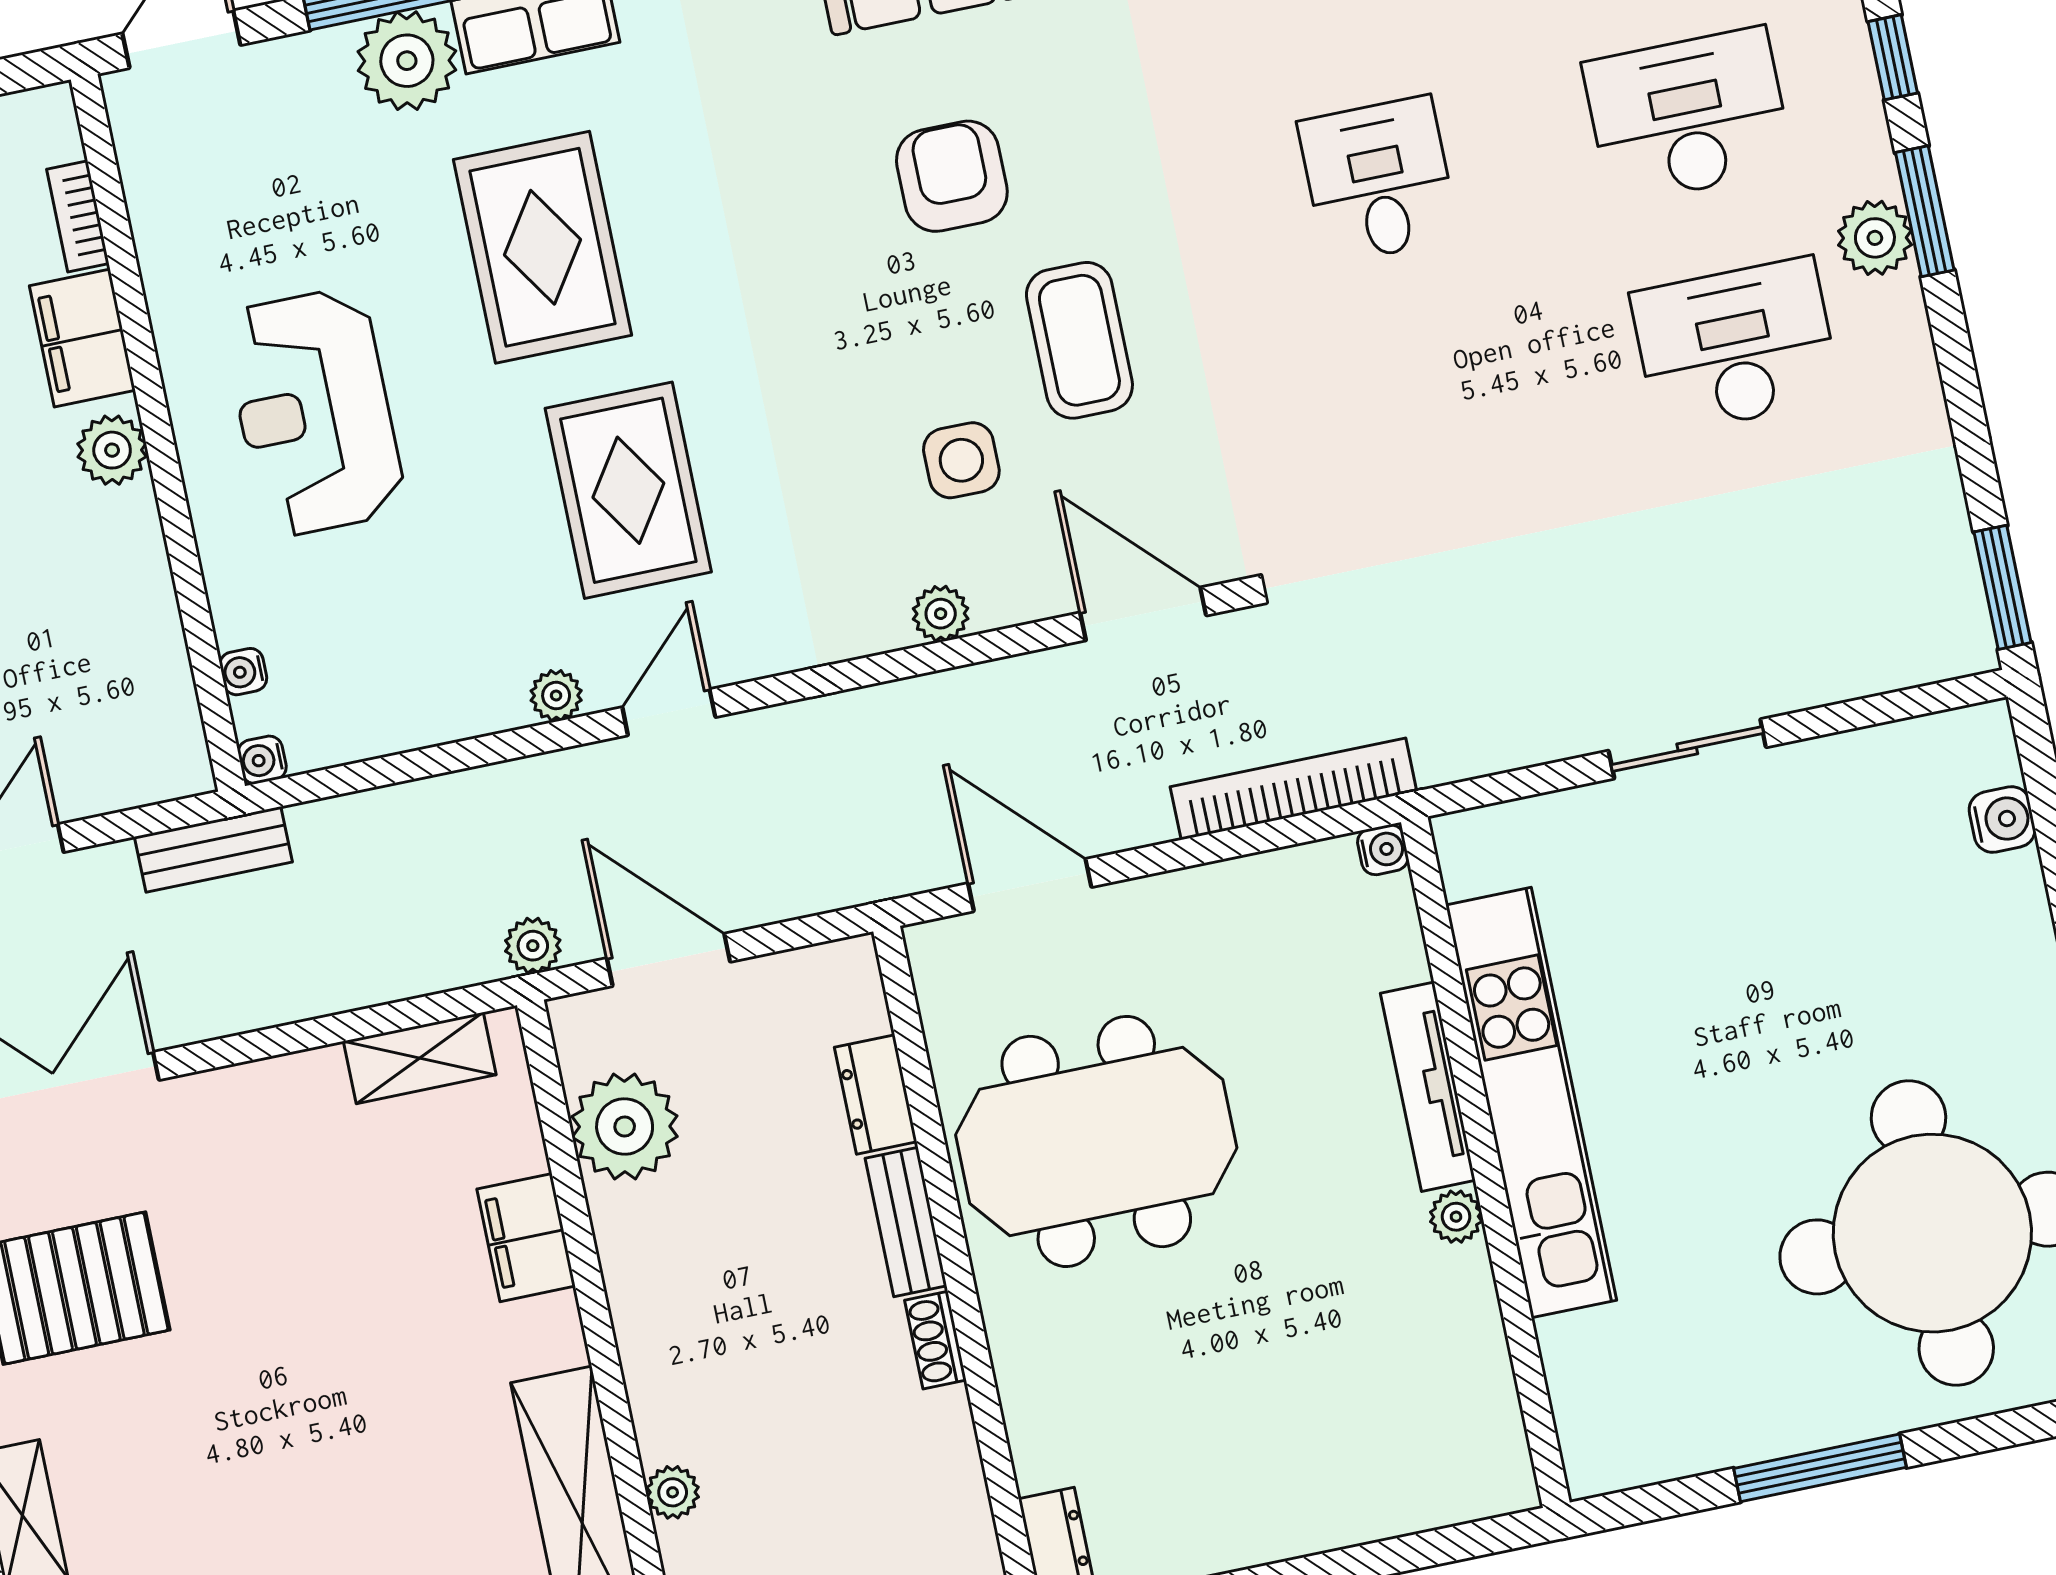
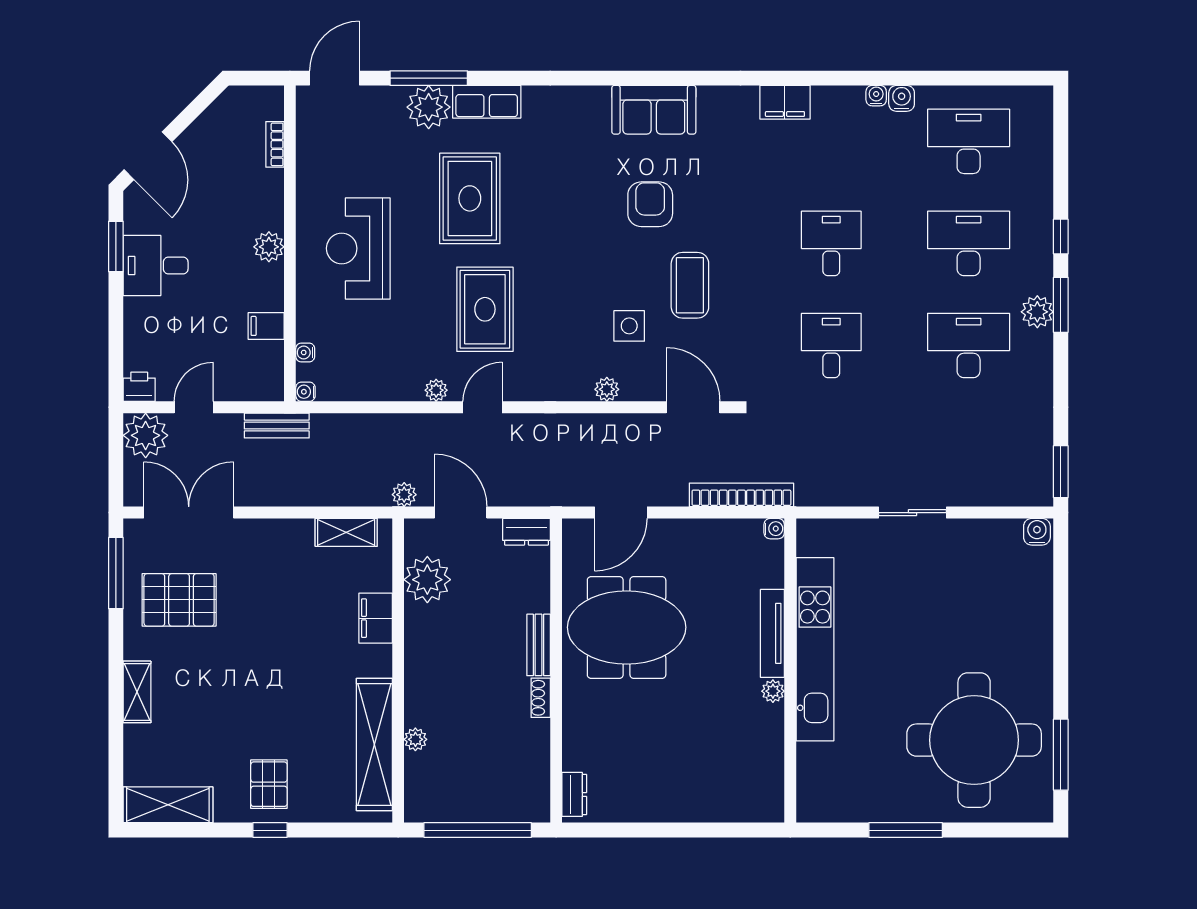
filing cabinet: (82, 338) -> (266, 326), moved, width x0.50
desk: (1426, 410) -> (831, 345), added
water cooler: (2002, 820) -> (1037, 532), moved, turned -90
door: (1030, 885) -> (621, 513), swing flipped
dresser: (876, 1095) -> (526, 532), moved, turned -90

